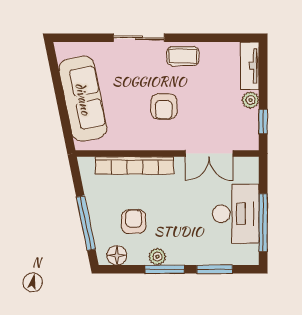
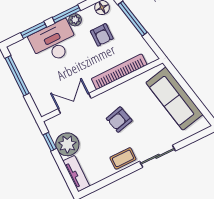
plant: (251, 100) -> (67, 144), width x1.88, depth x1.88
armchair: (164, 106) -> (119, 120), turned -104
desk: (236, 214) -> (54, 42), moved, turned 90

